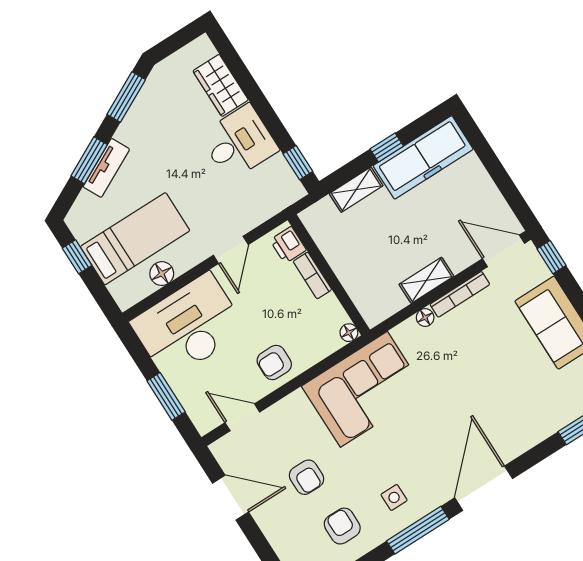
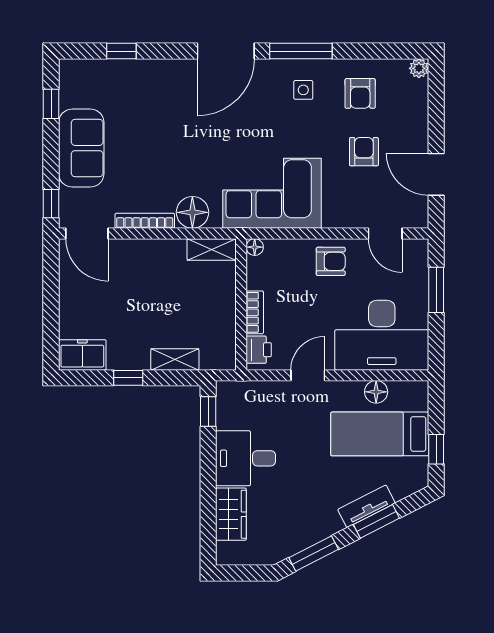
freezer: (423, 157) -> (82, 355), width x0.52, depth x0.79
shelving: (426, 280) -> (212, 249), moved
floor lamp: (425, 318) -> (192, 212), width x1.89, depth x1.89

